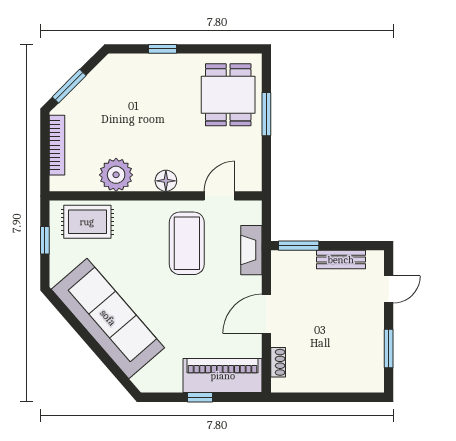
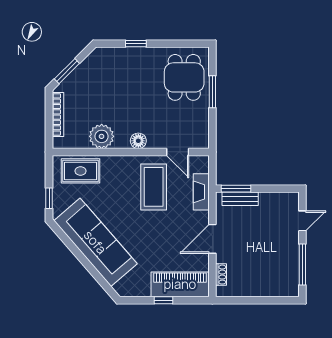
door: (219, 196) -> (178, 152), swing flipped
window: (45, 240) -> (49, 198), moved
bench: (341, 260) -> (240, 199), moved
window: (389, 349) -> (302, 264), width x1.44

